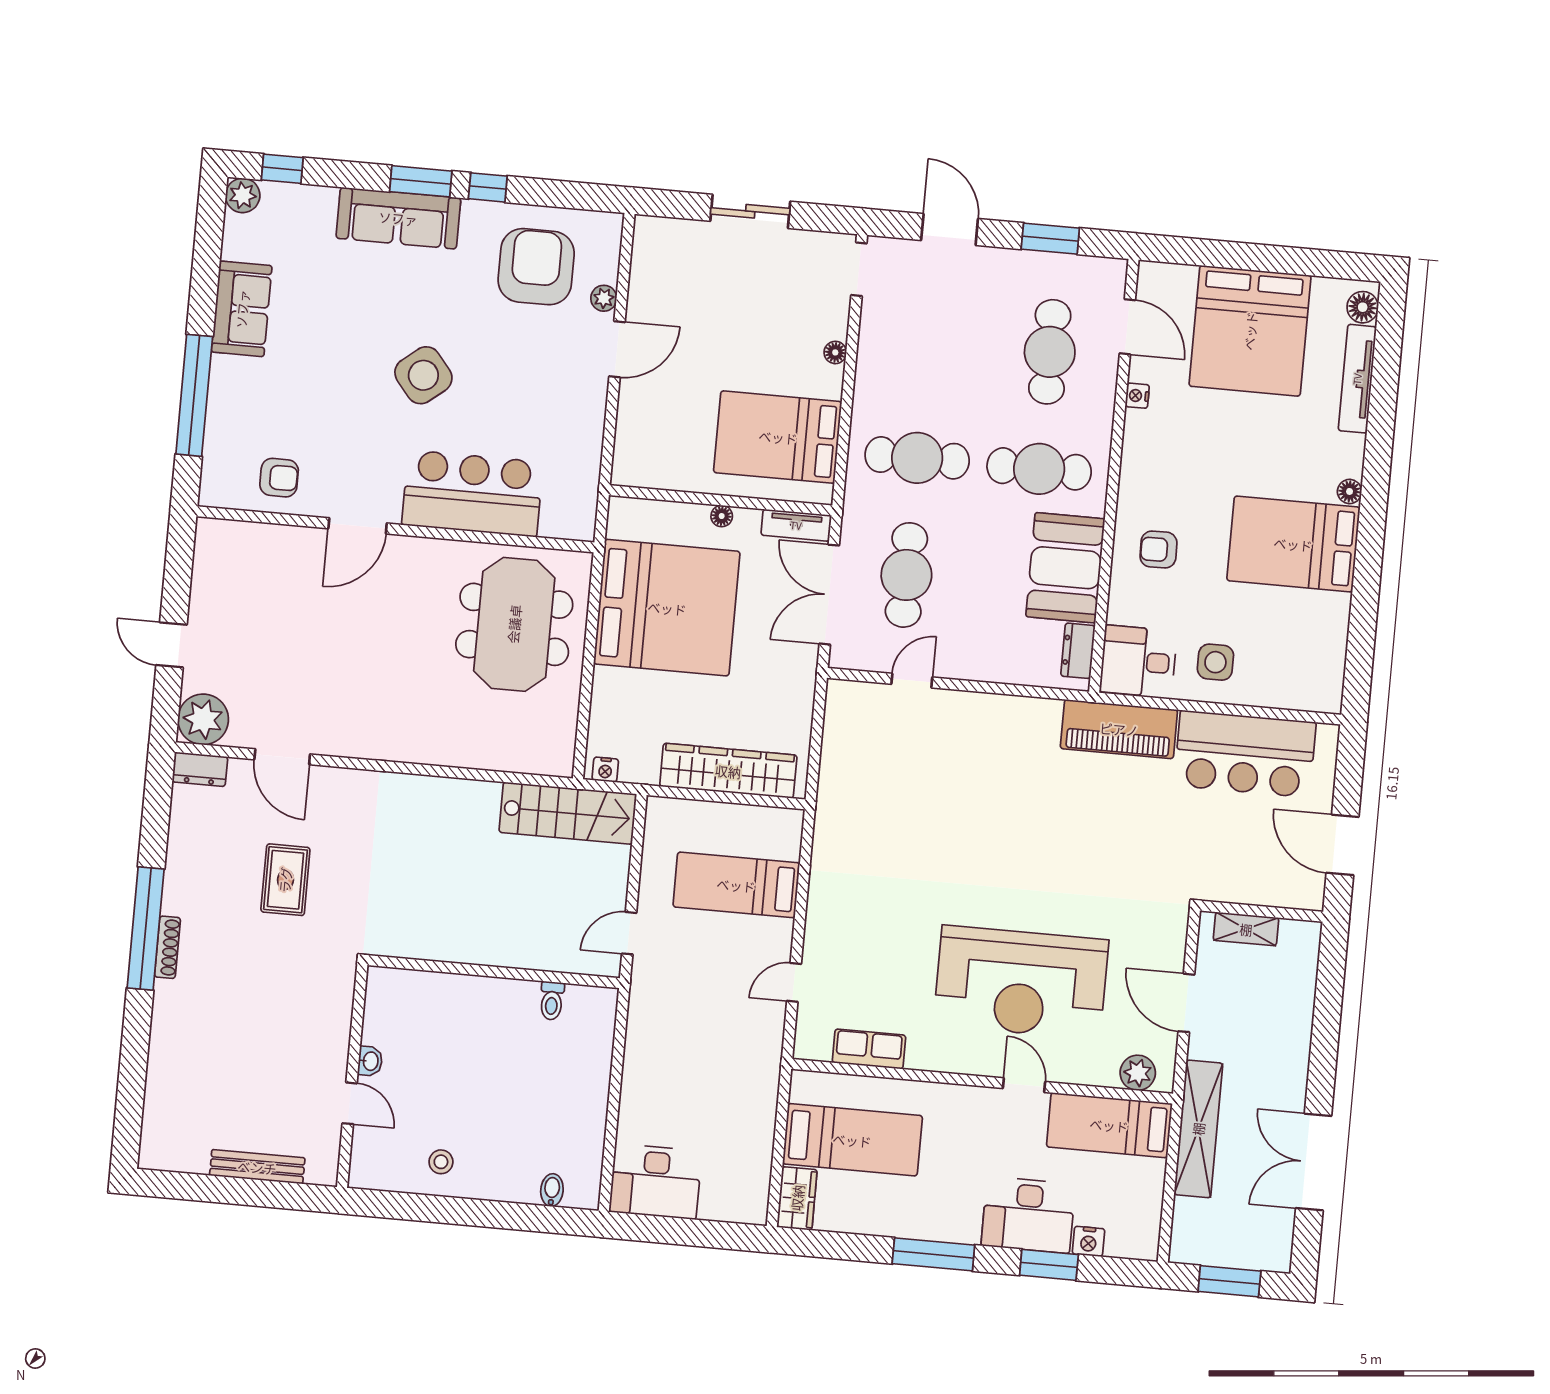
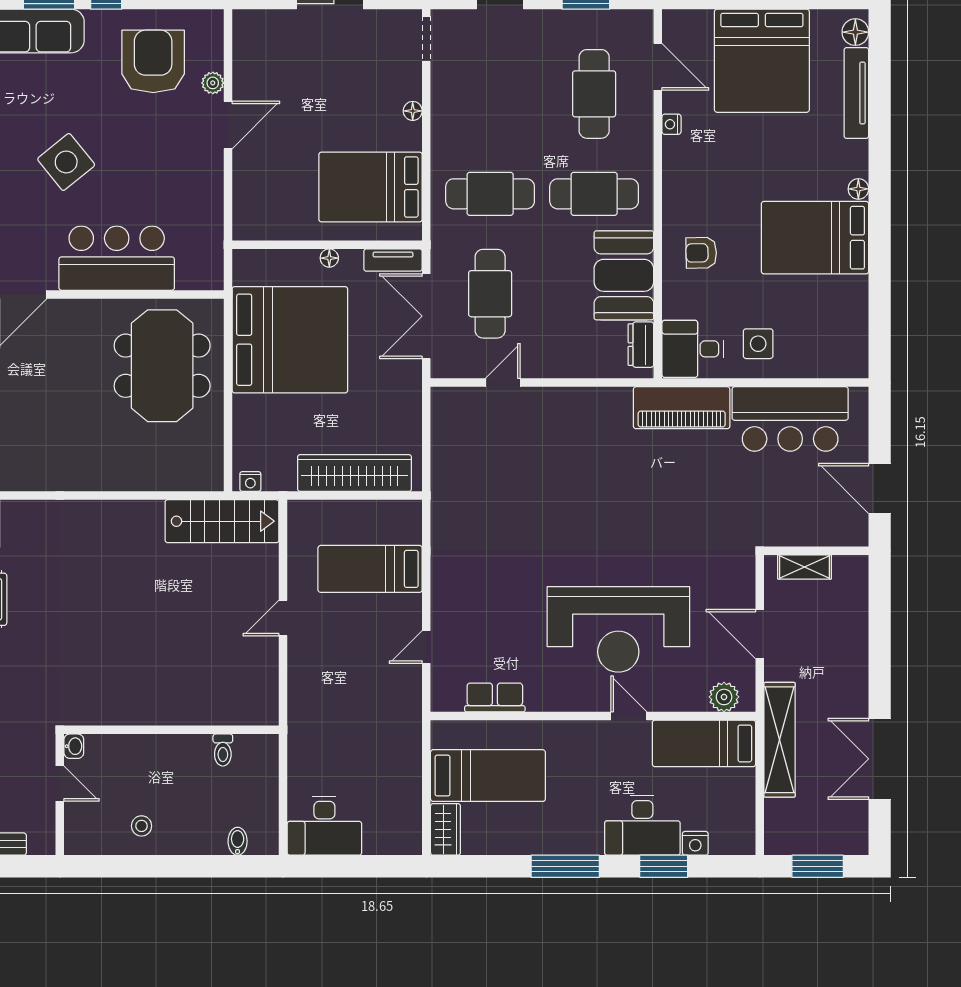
wall: (494, 972) -> (171, 730), moved
toilet: (552, 1001) -> (223, 750), moved

